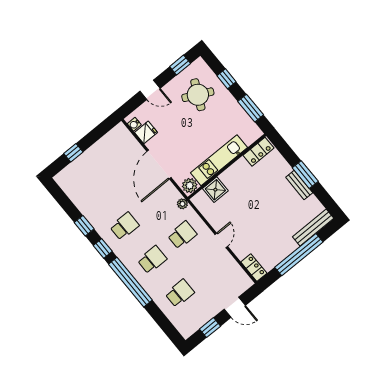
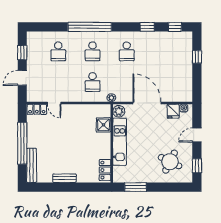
window: (227, 79) -> (165, 187), removed
window: (305, 175) -> (68, 187), removed
door: (221, 240) -> (54, 103), moved
window: (103, 248) -> (175, 27), moved

